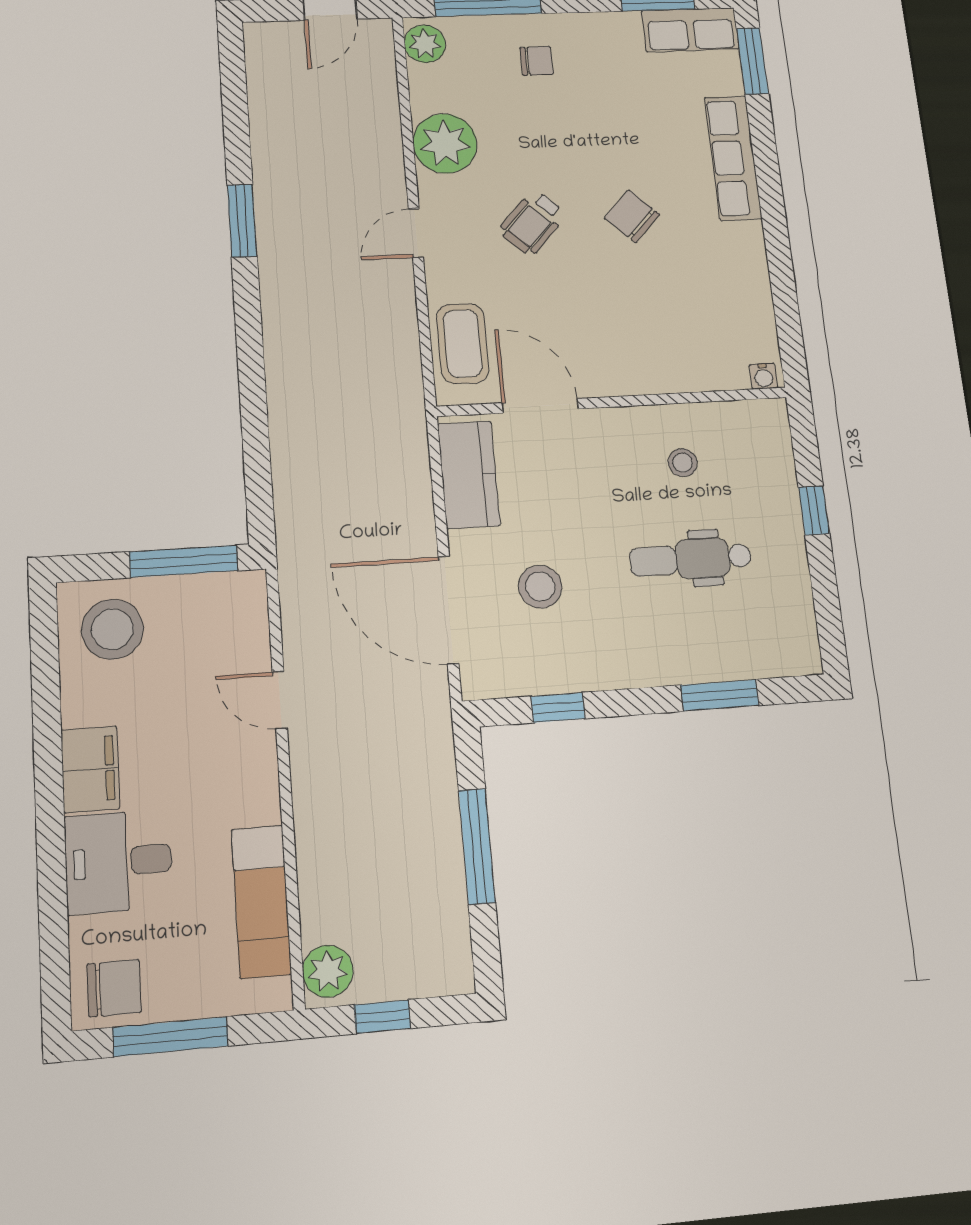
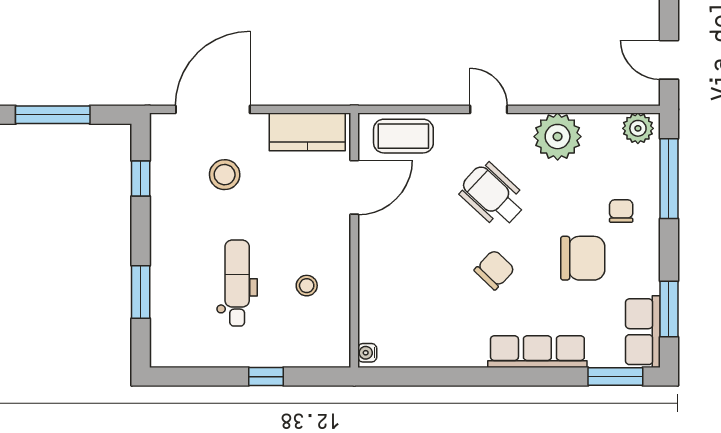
chair: (536, 61) -> (621, 211), turned 180
chair: (604, 106) -> (583, 258), added
wheelchair: (532, 223) -> (493, 195), width x1.36, depth x1.37

